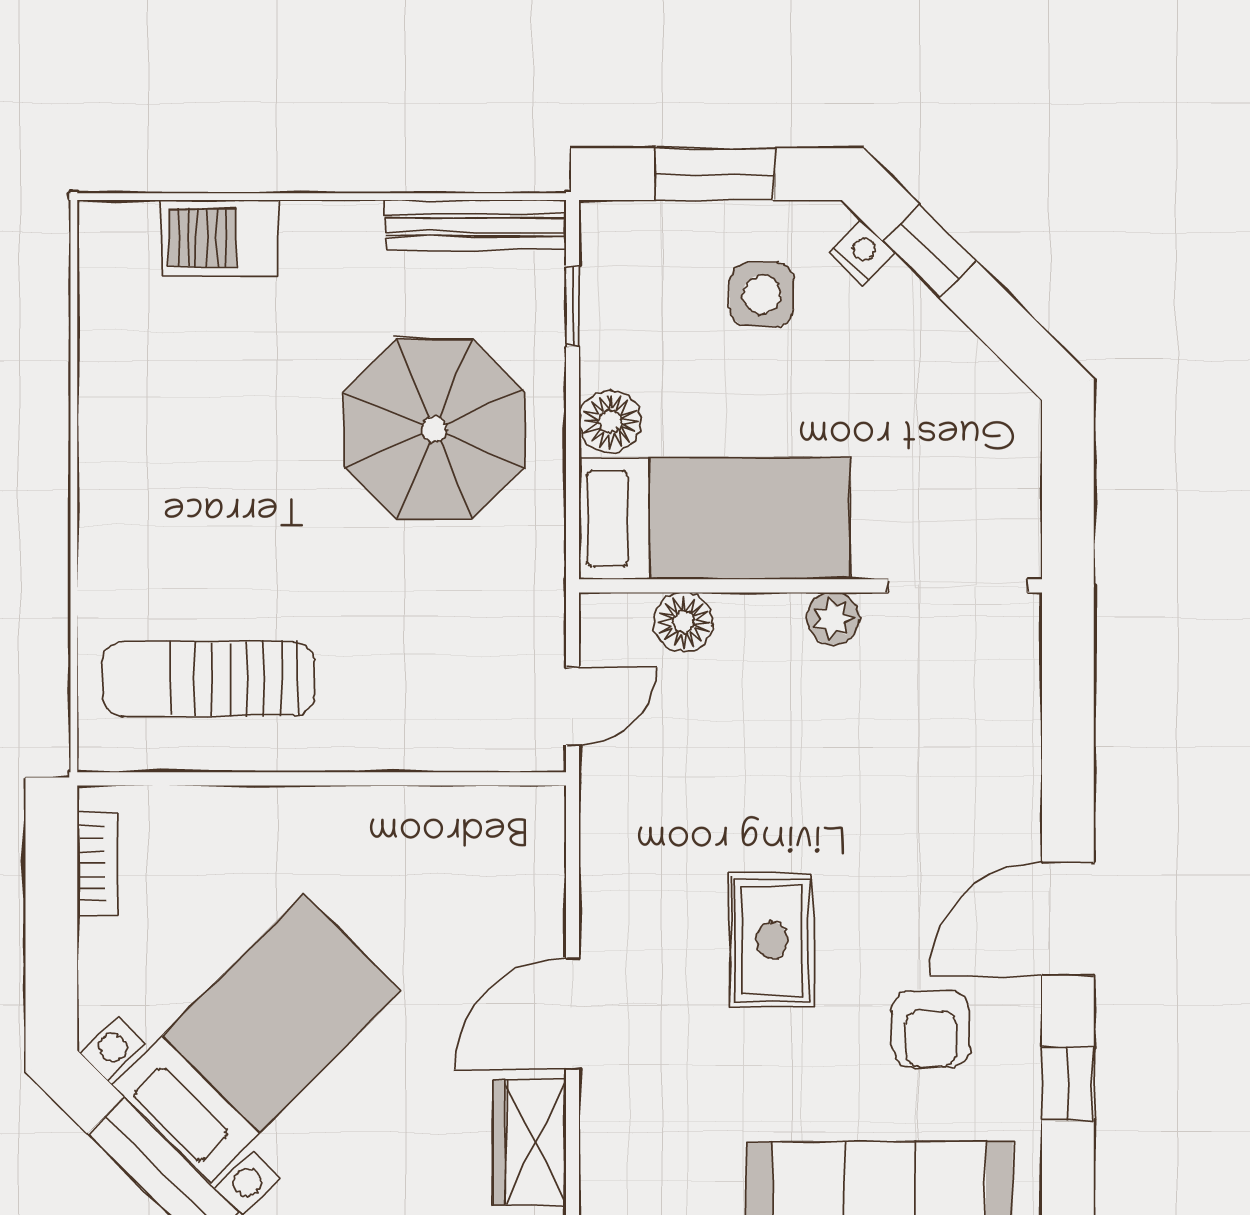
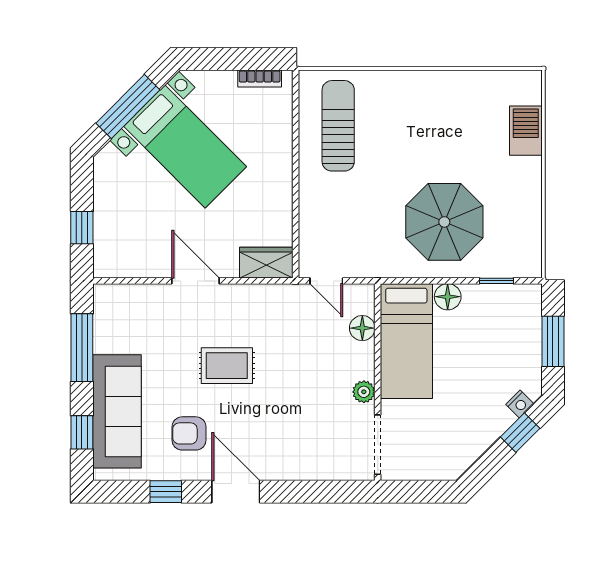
bench: (475, 225) -> (531, 239), removed
side table: (762, 294) -> (502, 361), removed
wardrobe: (530, 1143) -> (266, 263), moved

